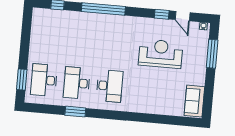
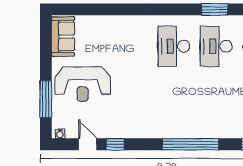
reception desk: (161, 54) -> (83, 84), moved
desk: (77, 83) -> (216, 46), turned 180

